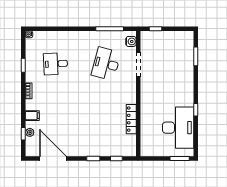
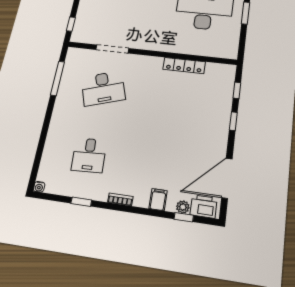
water cooler: (131, 41) -> (80, 54), removed
desk: (106, 64) -> (103, 88), turned -33
printer: (32, 146) -> (204, 206), added

